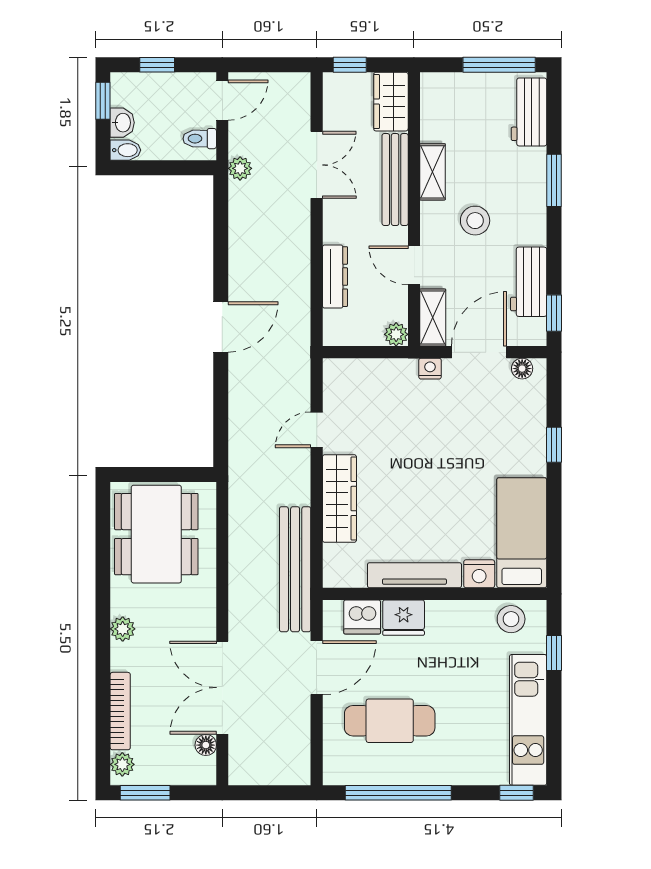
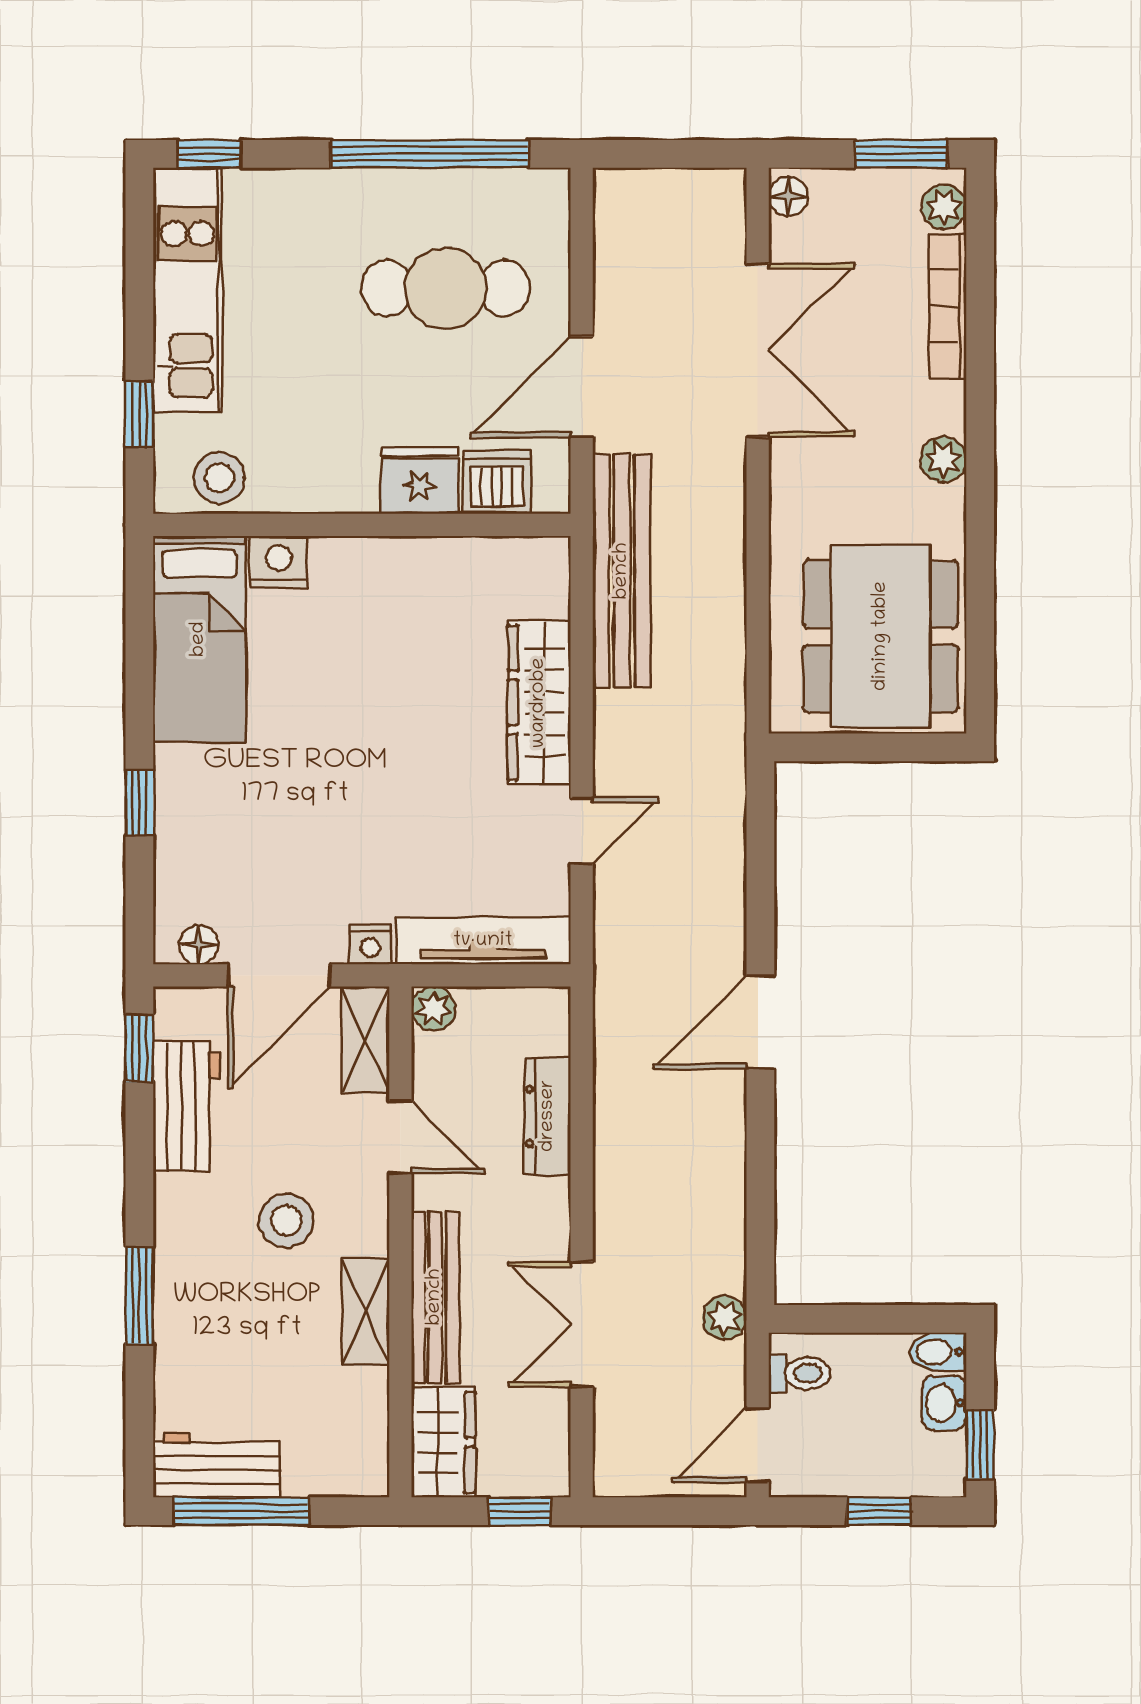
workbench: (529, 112) -> (217, 1465), moved, turned -90
tv unit: (414, 575) -> (483, 941), moved, turned 180
floor lamp: (206, 745) -> (788, 196), moved

